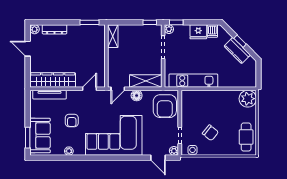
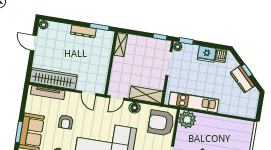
dresser: (54, 29) -> (83, 31), moved
door: (89, 89) -> (89, 93), swing flipped
plant: (248, 99) -> (187, 120), moved
armchair: (165, 106) -> (161, 123), turned 90

